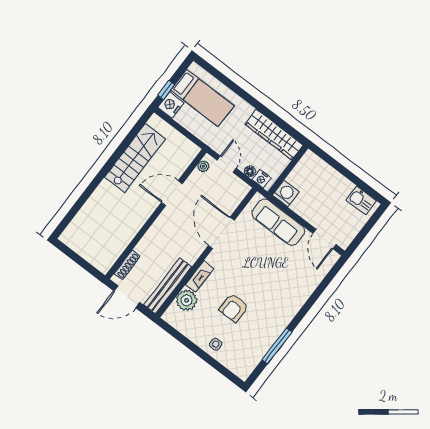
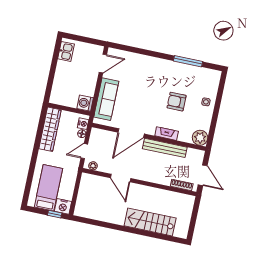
stairs: (135, 158) -> (150, 222), moved
bench: (168, 286) -> (165, 148), moved
plant: (187, 300) -> (200, 138), moved
armchair: (234, 308) -> (177, 102), turned 180

